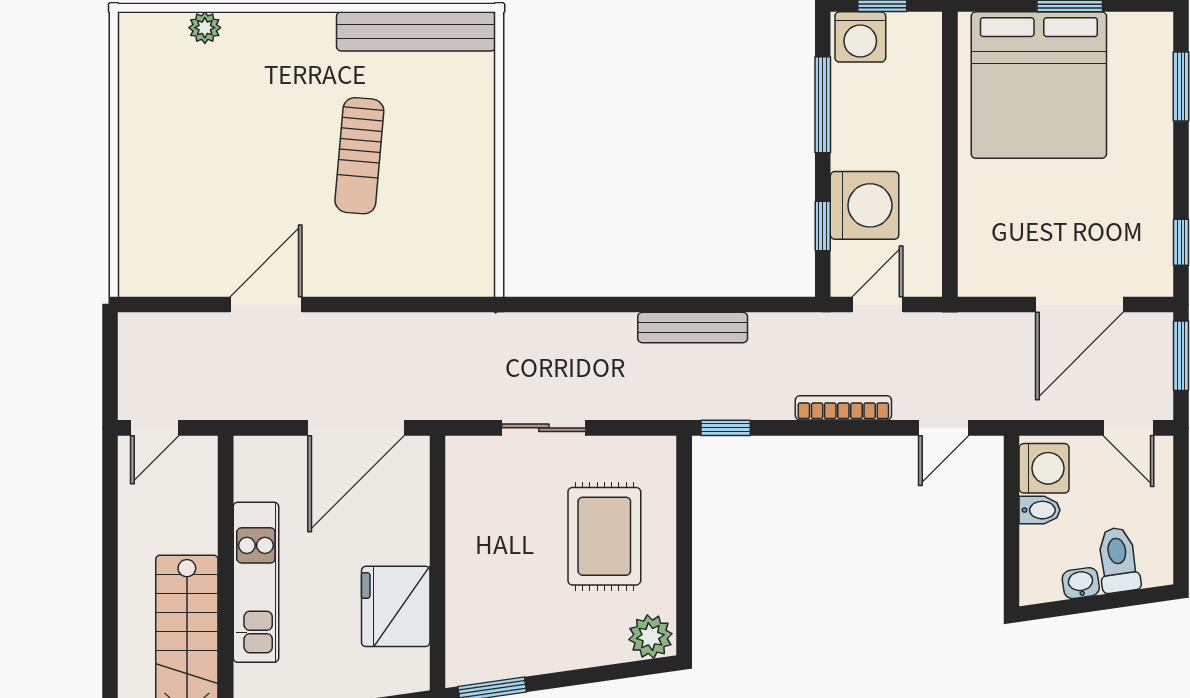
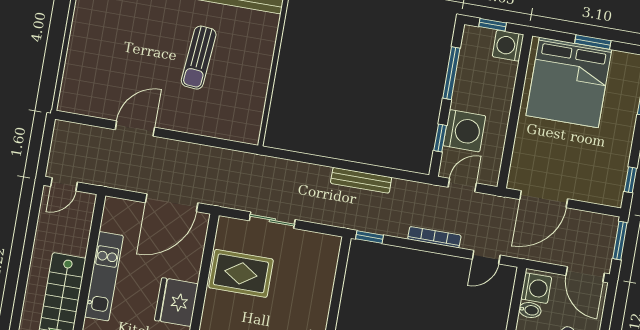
washing machine: (860, 37) -> (508, 46), moved, turned 90
door: (1079, 305) -> (544, 199), moved
door: (1129, 428) -> (585, 274), width x1.38
rug: (604, 536) -> (241, 273), moved, turned 90

